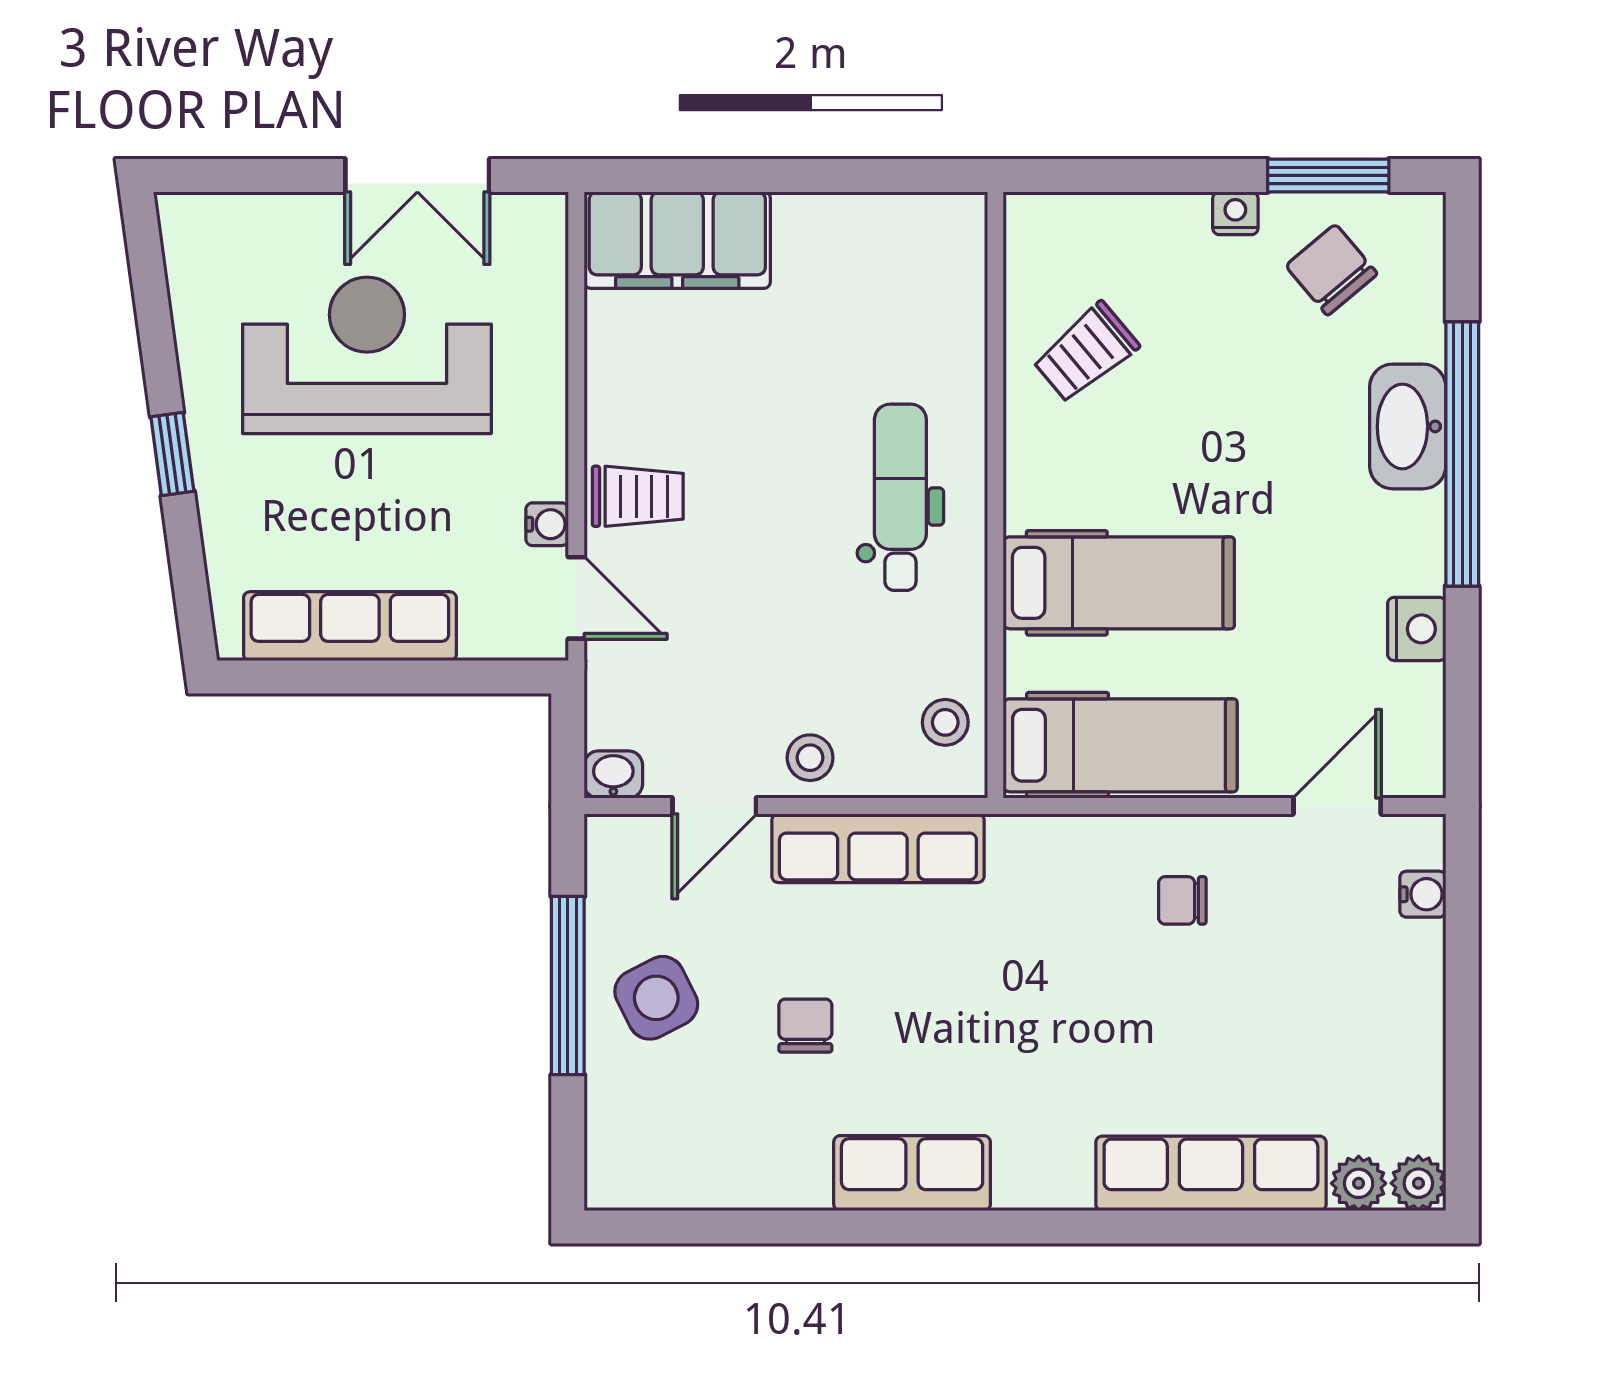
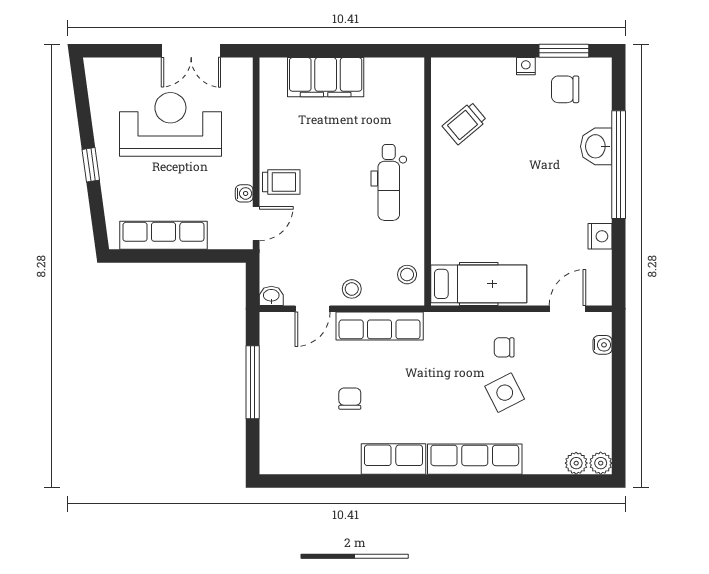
filing cabinet: (677, 240) -> (326, 77), moved
chair: (1331, 270) -> (565, 89), turned -50
washbasin: (1408, 426) -> (596, 146), width x0.72
dental chair: (900, 497) -> (389, 182), turned 180
hospital bed: (1119, 583) -> (478, 217), removed
door: (576, 598) -> (256, 224), hinge flipped
side table: (656, 998) -> (505, 393), moved
row of seats: (1211, 1173) -> (475, 459), moved

